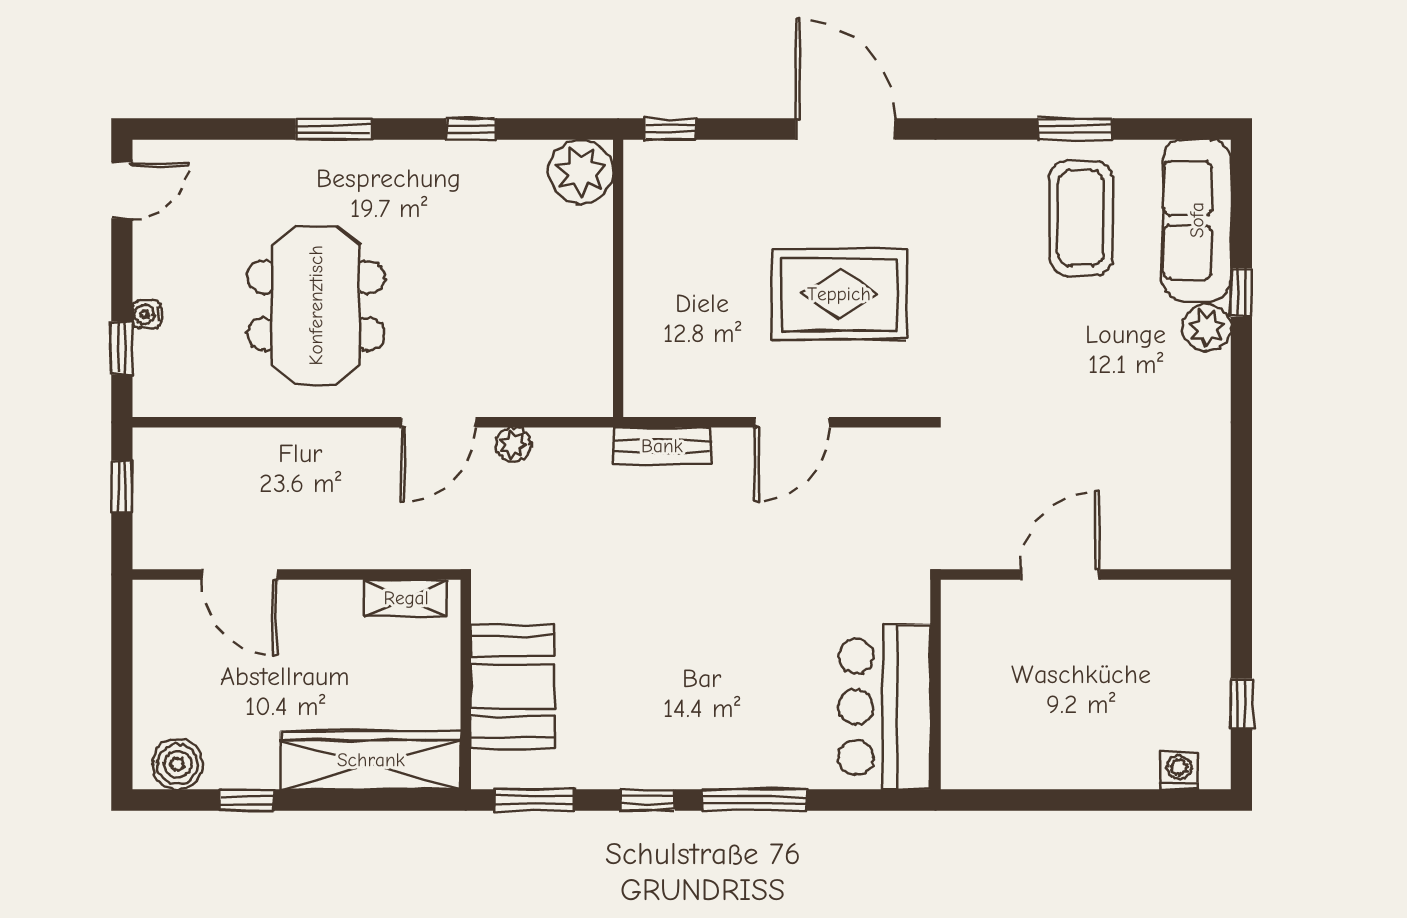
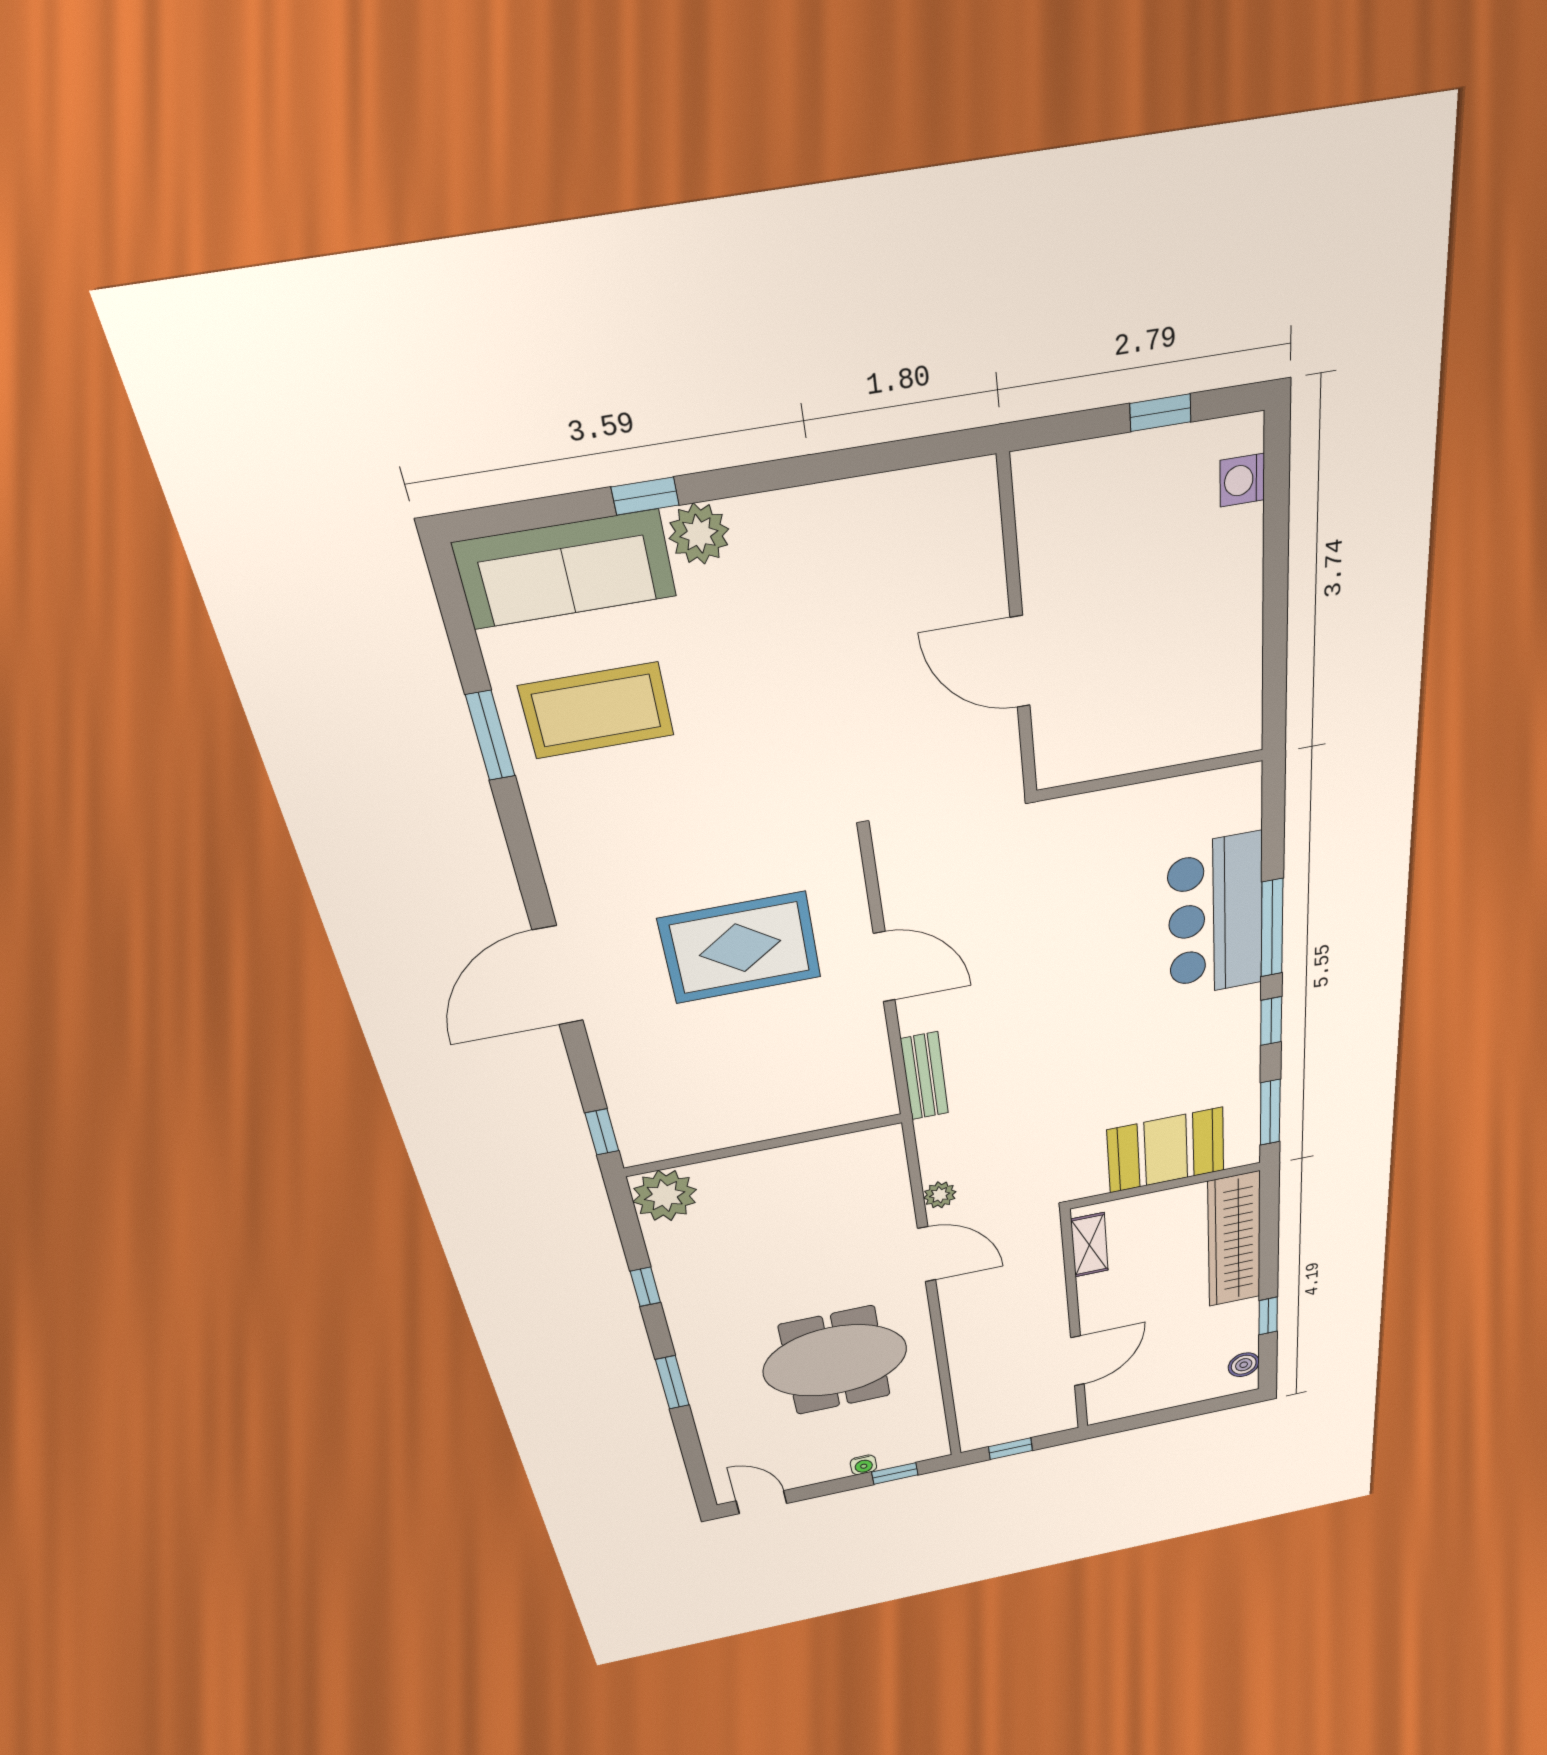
rug: (839, 294) -> (740, 948), turned 90
bar counter: (884, 707) -> (1216, 917), moved, turned 90
boiler: (178, 764) -> (1244, 1365), width x0.73, depth x0.73

